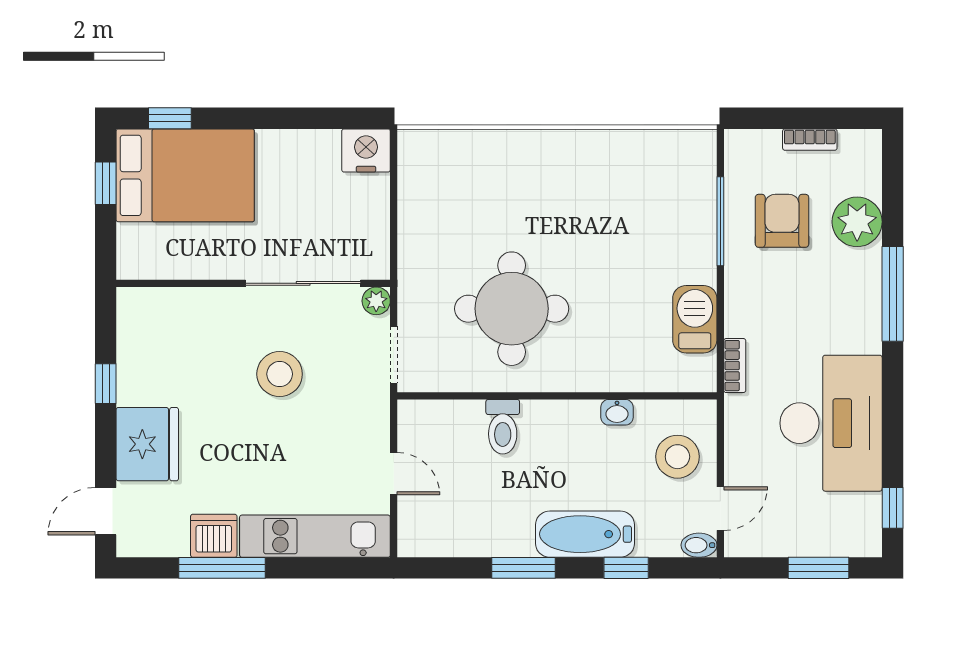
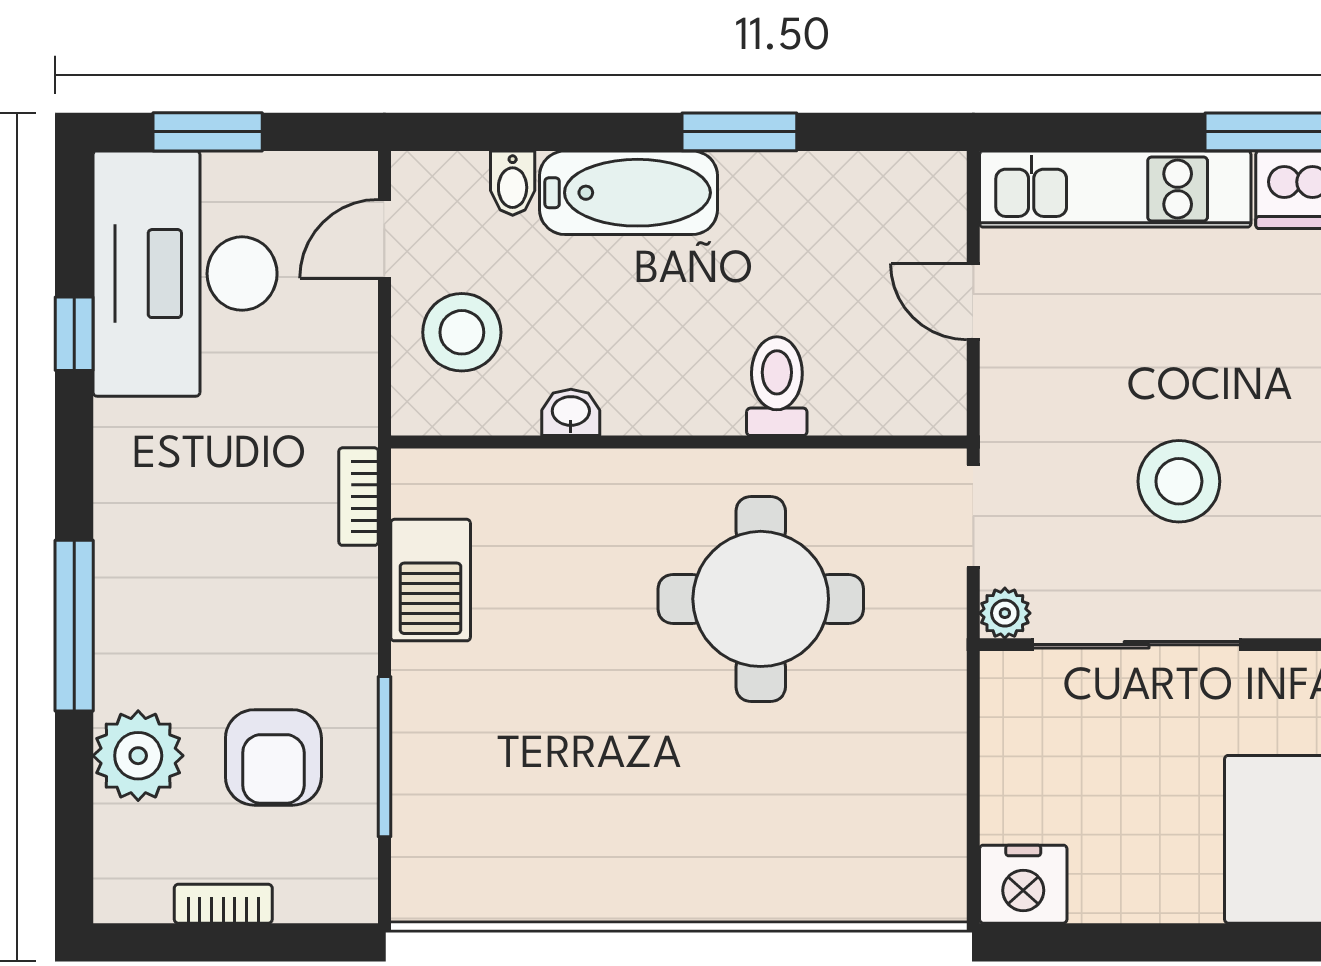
desk: (831, 423) -> (185, 274), moved
window: (893, 508) -> (74, 334), moved
bidet: (699, 545) -> (513, 183), moved, turned 90
window: (626, 568) -> (554, 132), removed

